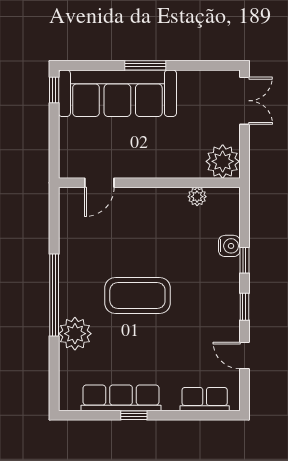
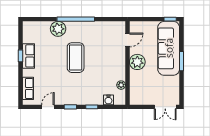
plant: (223, 161) -> (137, 62), moved
door: (99, 183) -> (127, 40), swing flipped
water cooler: (229, 246) -> (108, 100), moved
row of seats: (121, 398) -> (28, 56), width x0.68

